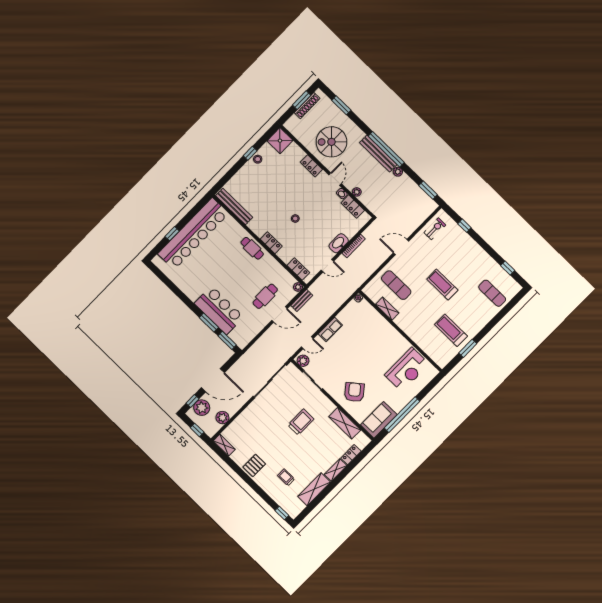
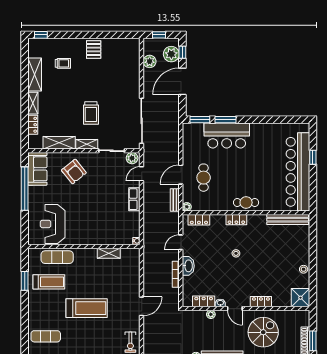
window: (250, 153) -> (313, 268), removed
exercise mat: (396, 285) -> (57, 257), moved
treadmill: (442, 285) -> (87, 308), width x1.37, depth x1.38
shelving: (224, 445) -> (87, 144), moved

